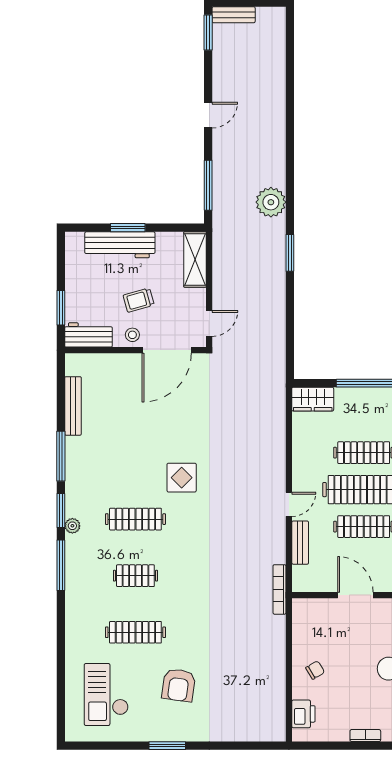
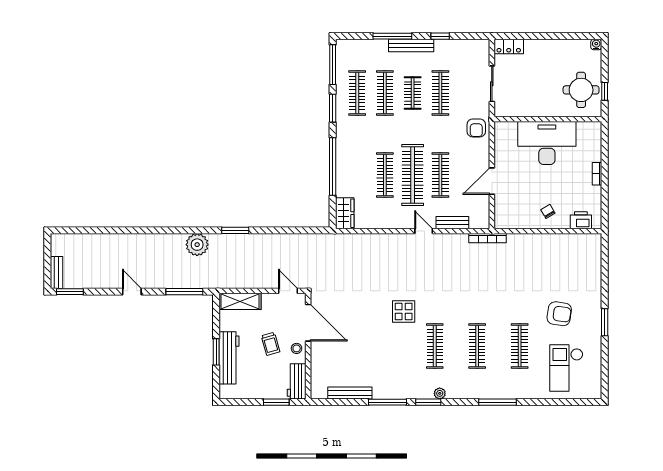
window: (61, 565) -> (497, 402), moved
clothes rail: (135, 576) -> (477, 346), width x1.36
checkout: (106, 694) -> (566, 368), turned 90

